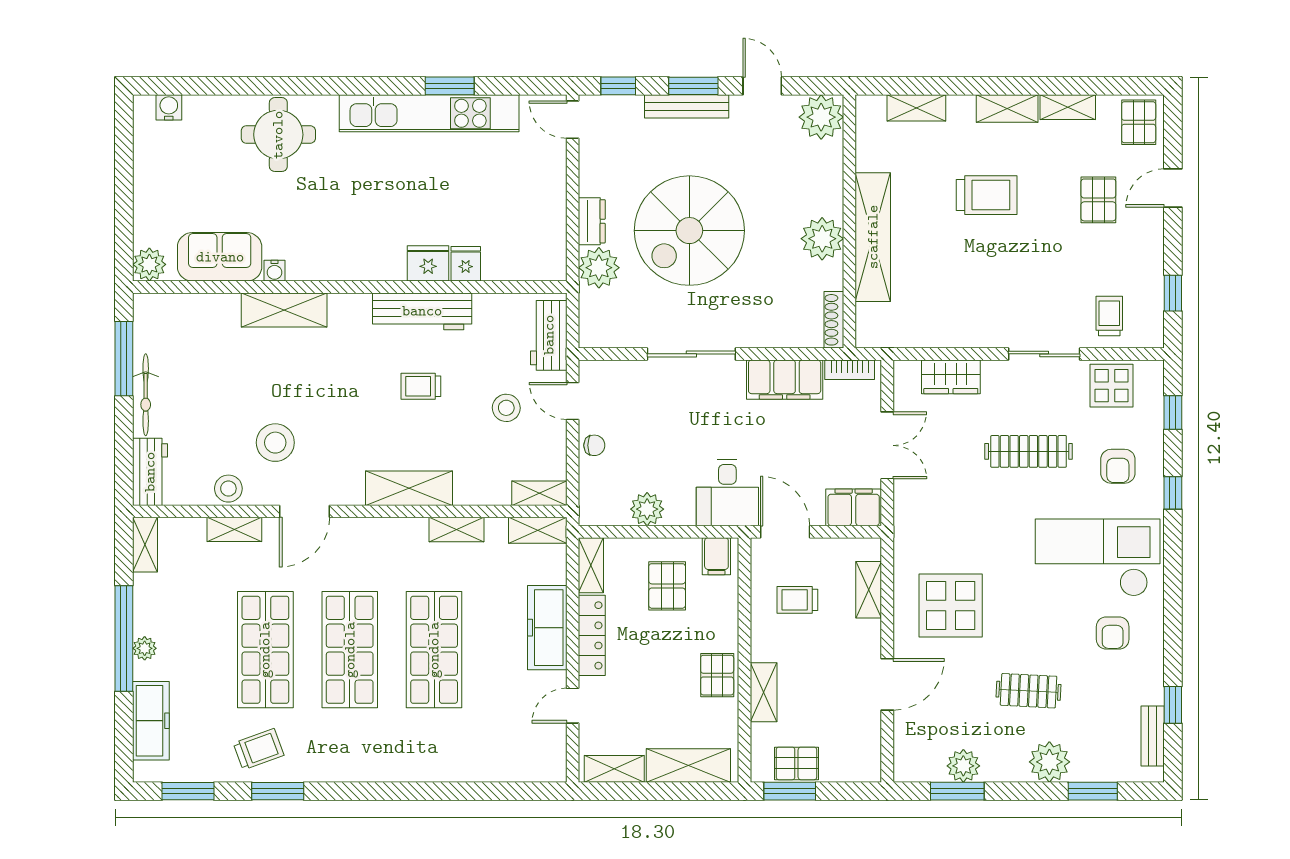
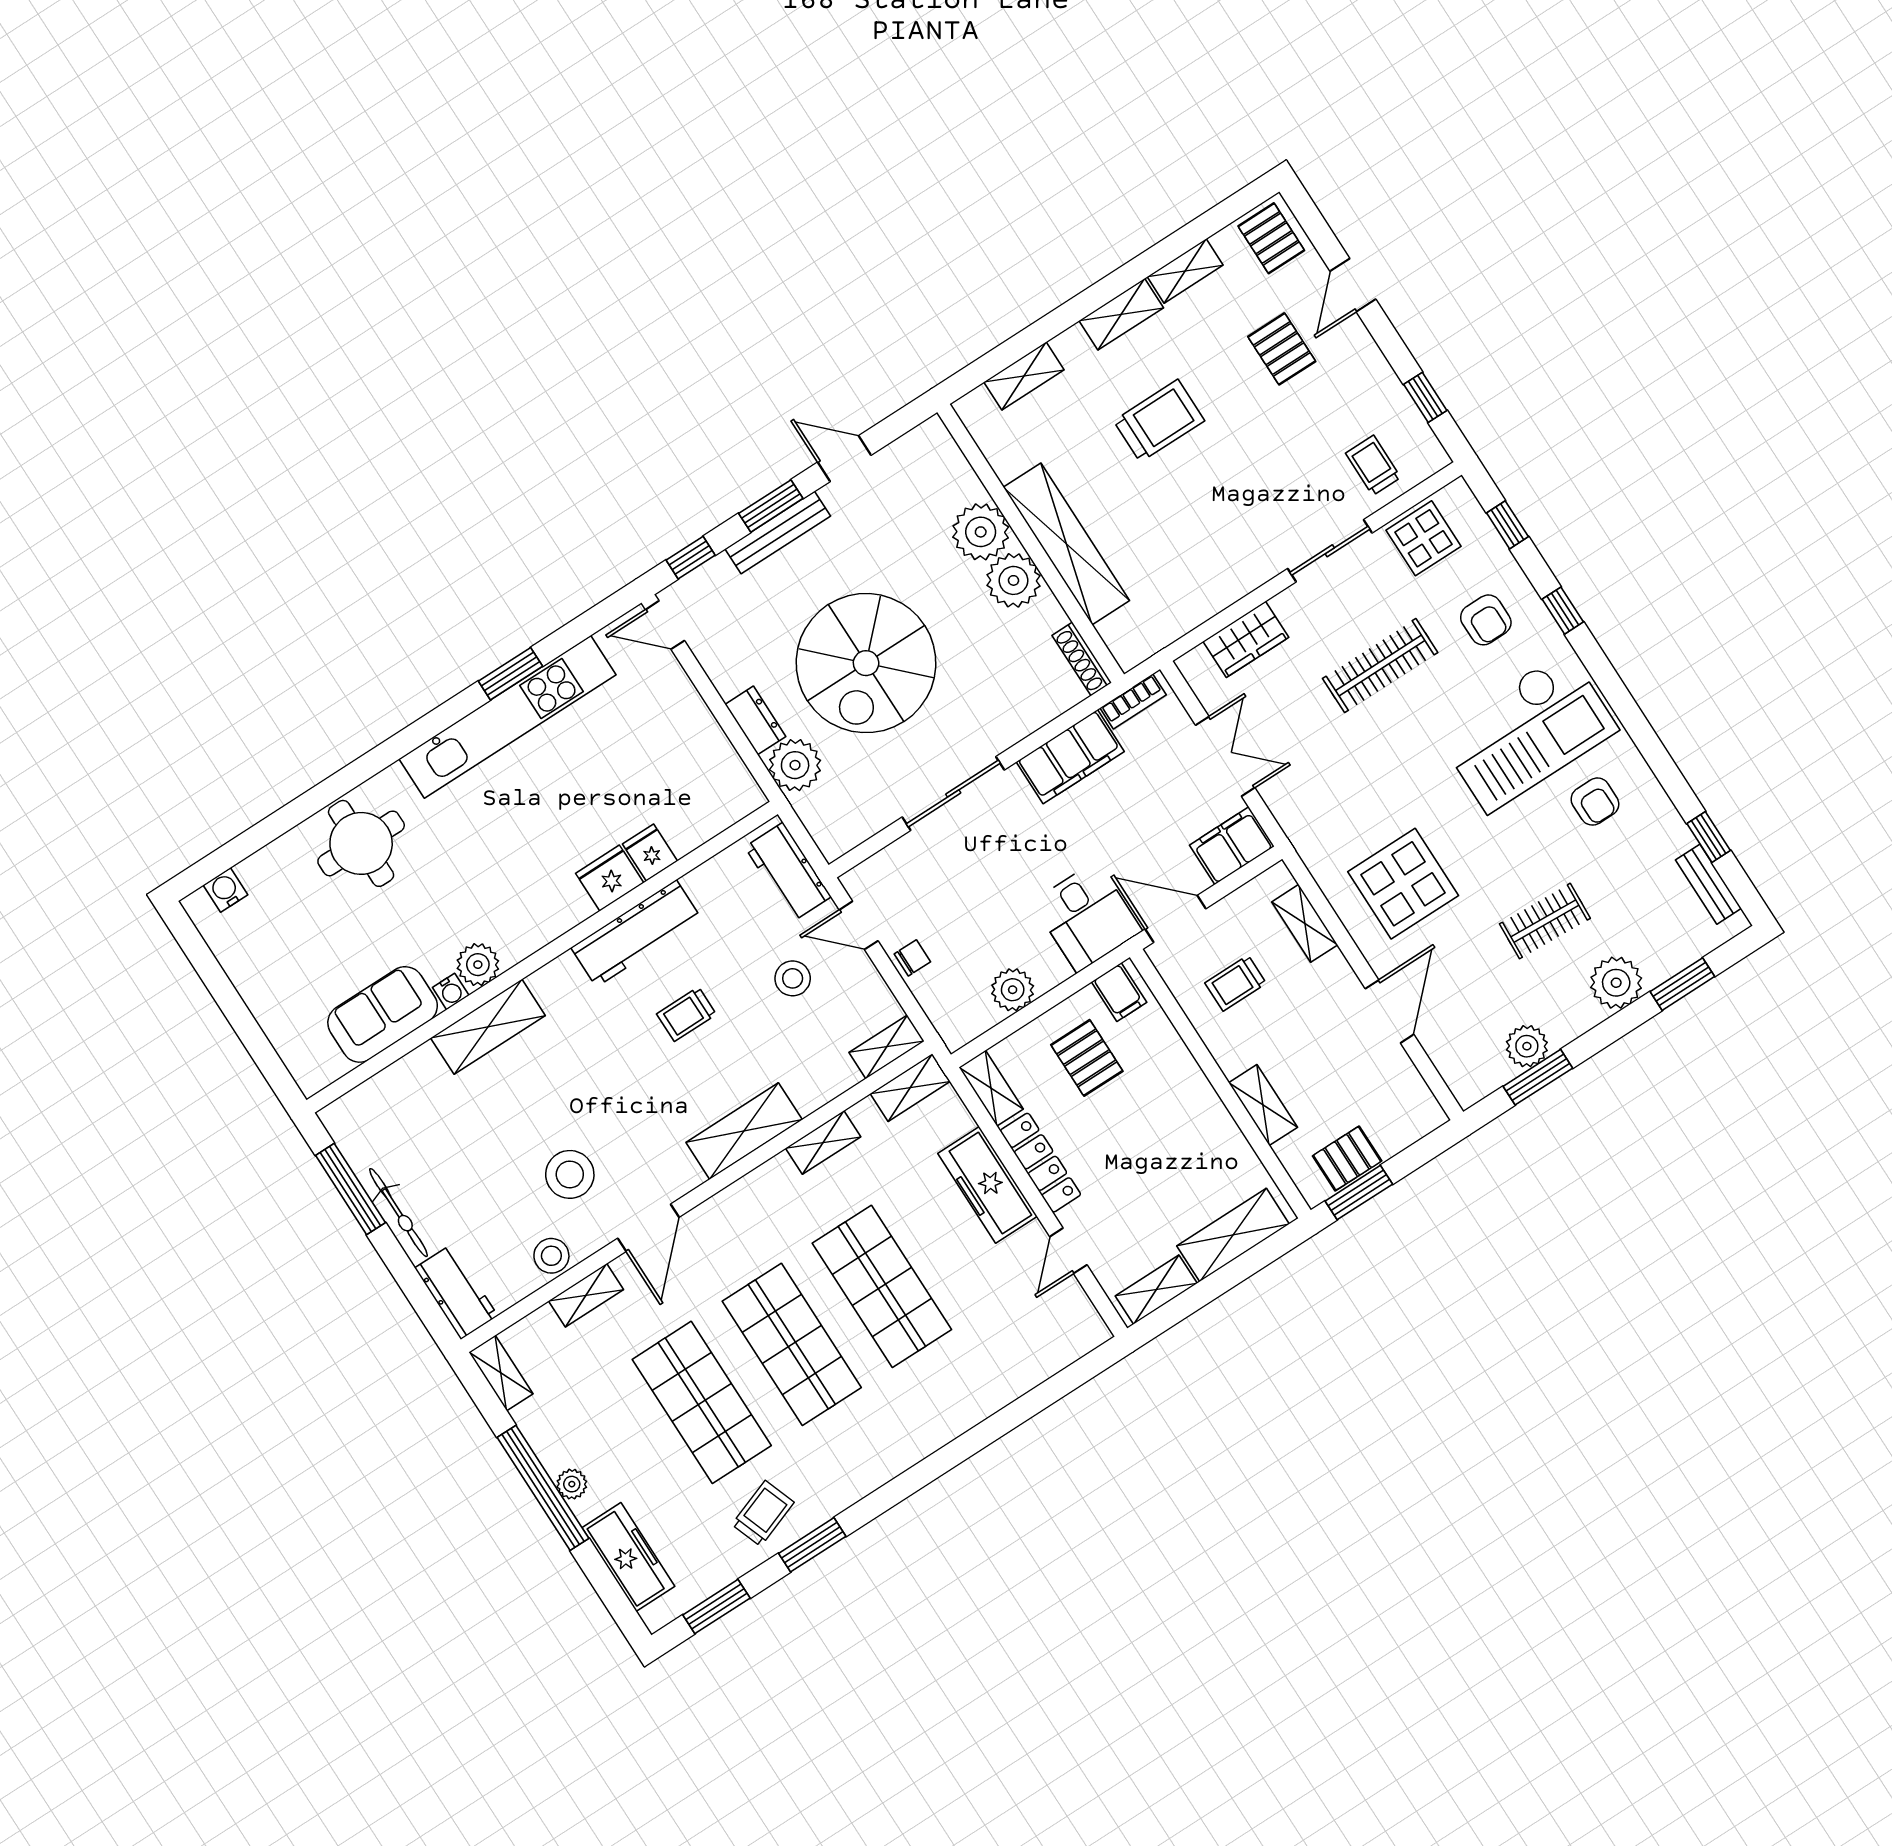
plant: (821, 117) -> (981, 532), moved
plant: (149, 264) -> (478, 965), moved
checkout: (1098, 558) -> (1527, 731), turned 180
pallet: (717, 675) -> (1202, 1119), removed

